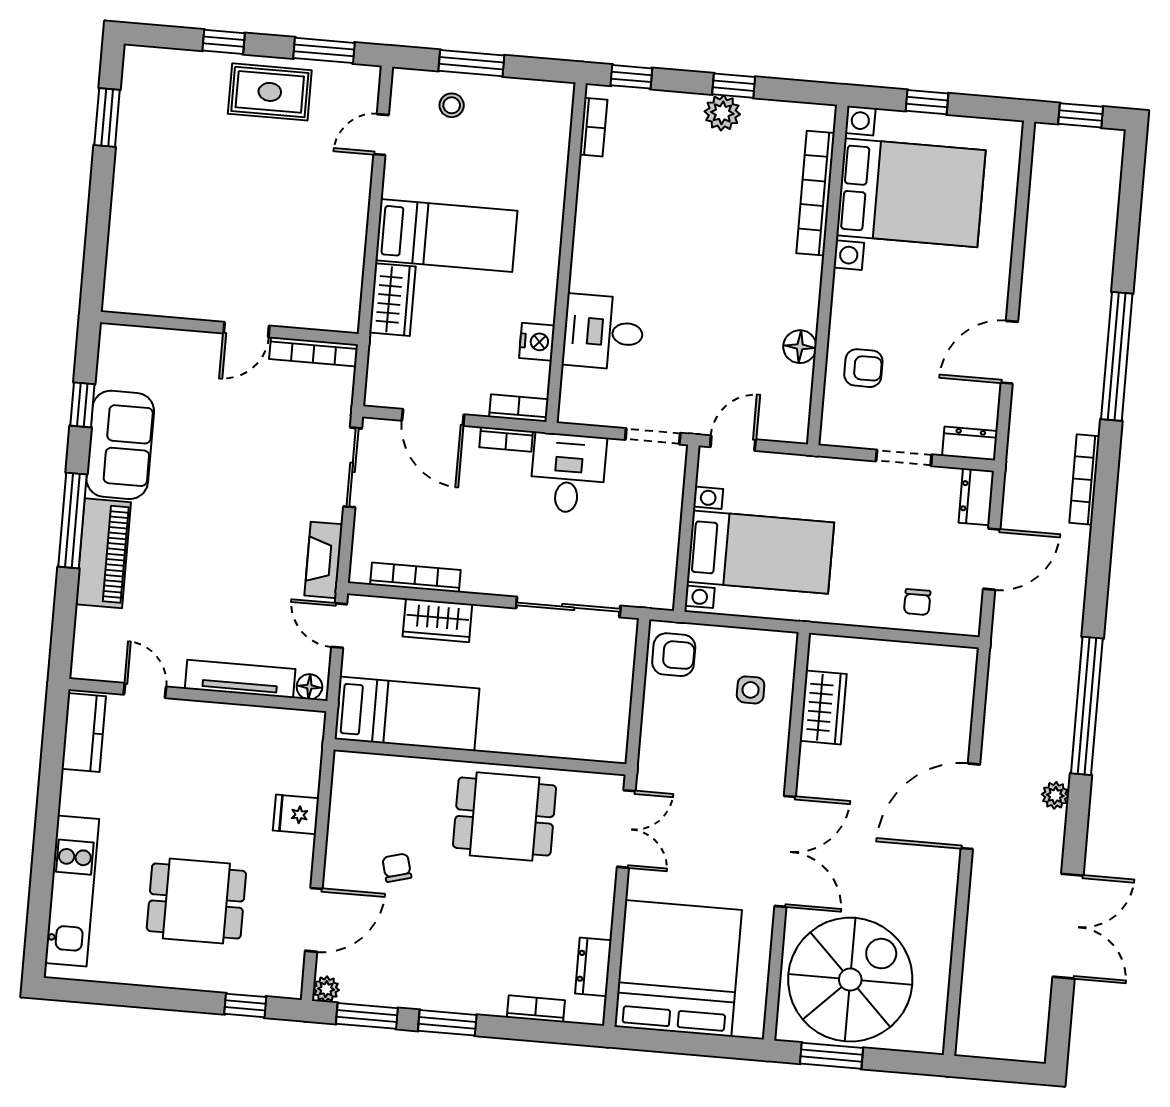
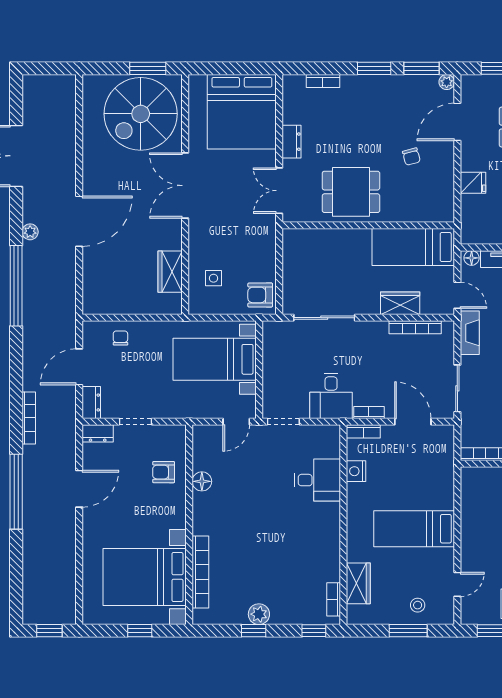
wardrobe: (392, 300) -> (358, 583), moved, turned 180
dresser: (593, 967) -> (292, 142), moved

